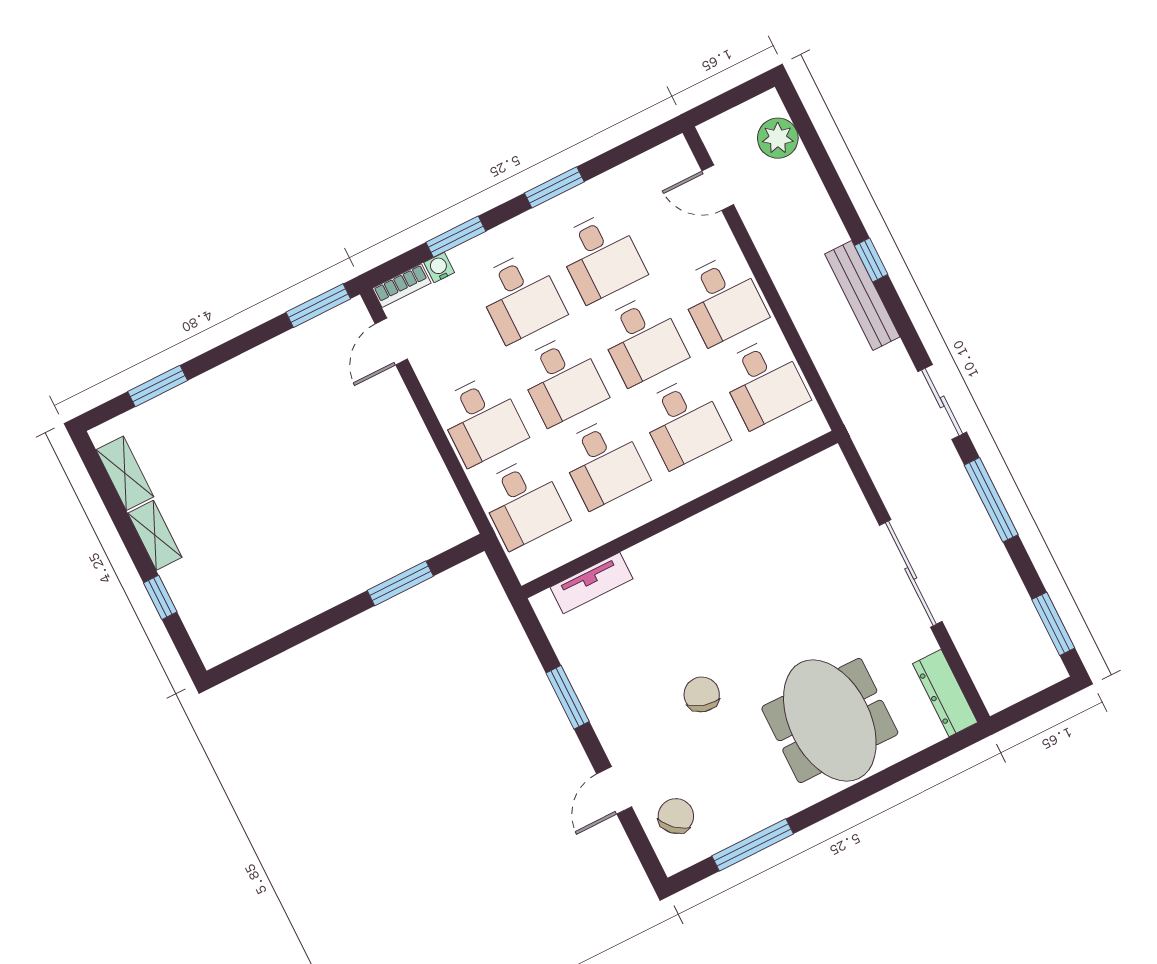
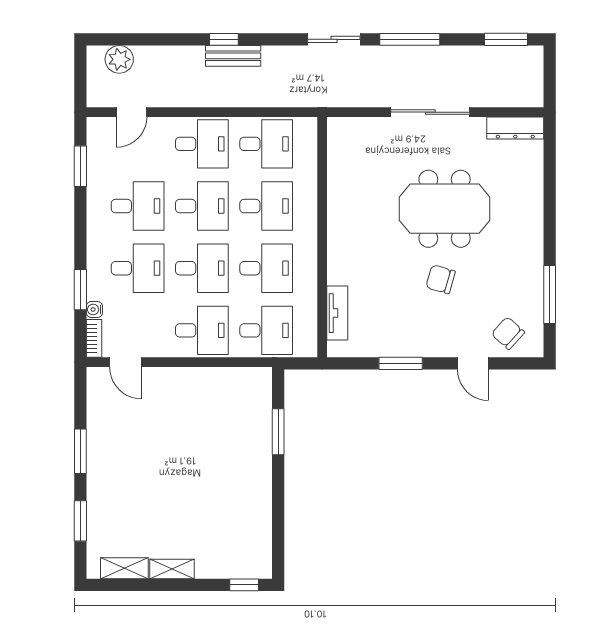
window: (554, 187) -> (80, 166), moved
bench: (862, 295) -> (233, 56), width x0.73
window: (318, 306) -> (80, 451), moved
window: (160, 597) -> (244, 585), moved
meeting table: (830, 720) -> (445, 209), moved

